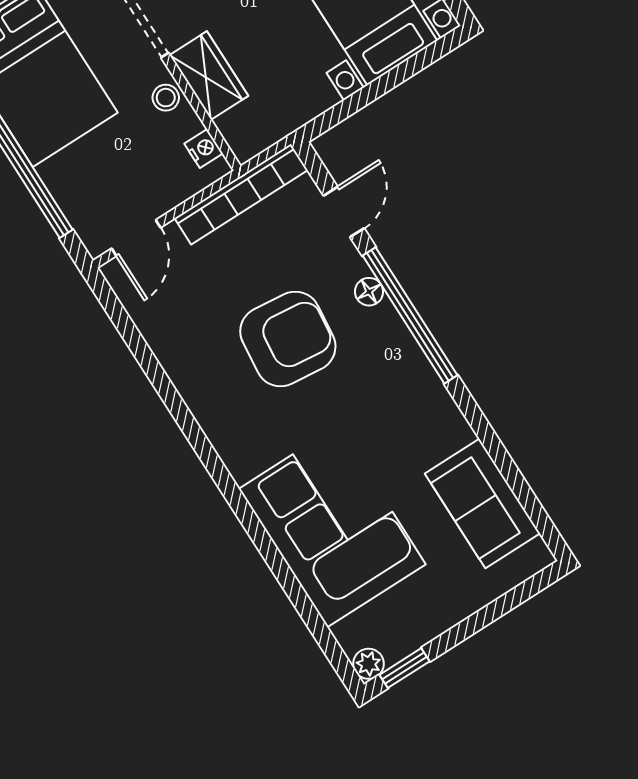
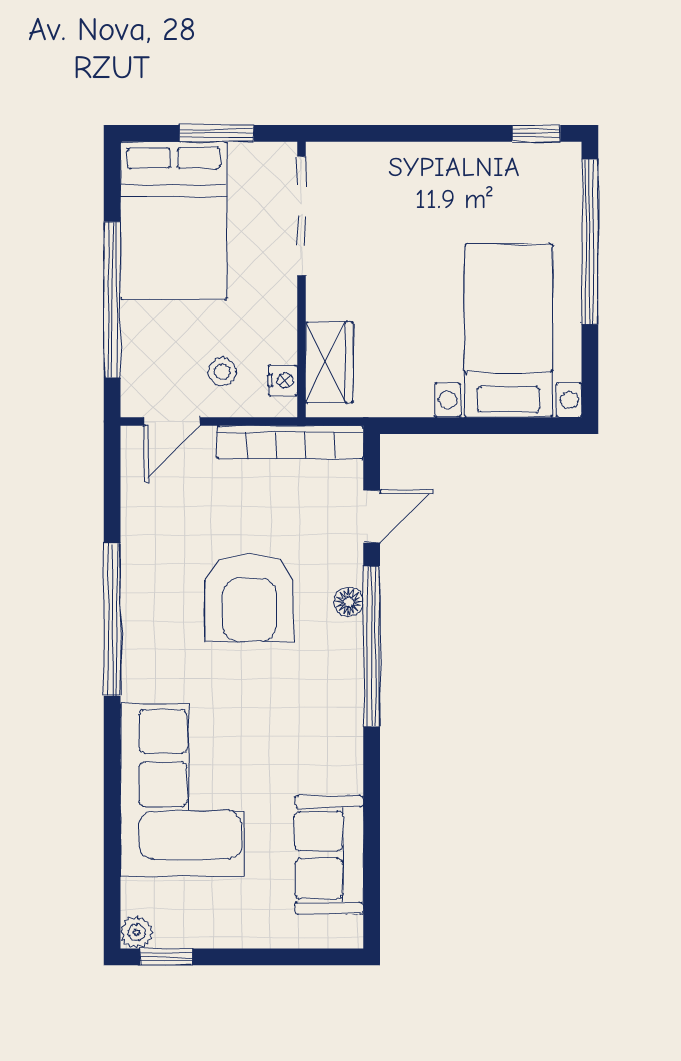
wardrobe: (209, 75) -> (329, 362), moved
stool: (166, 98) -> (222, 372), moved
armchair: (288, 339) -> (250, 598), turned 84
window: (189, 426) -> (112, 619), added

